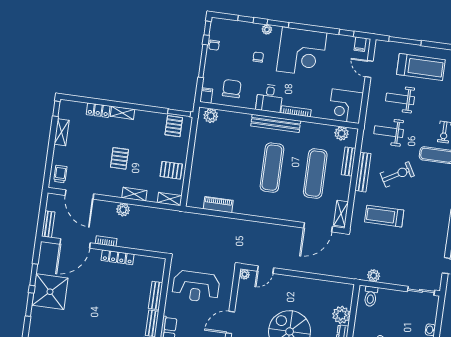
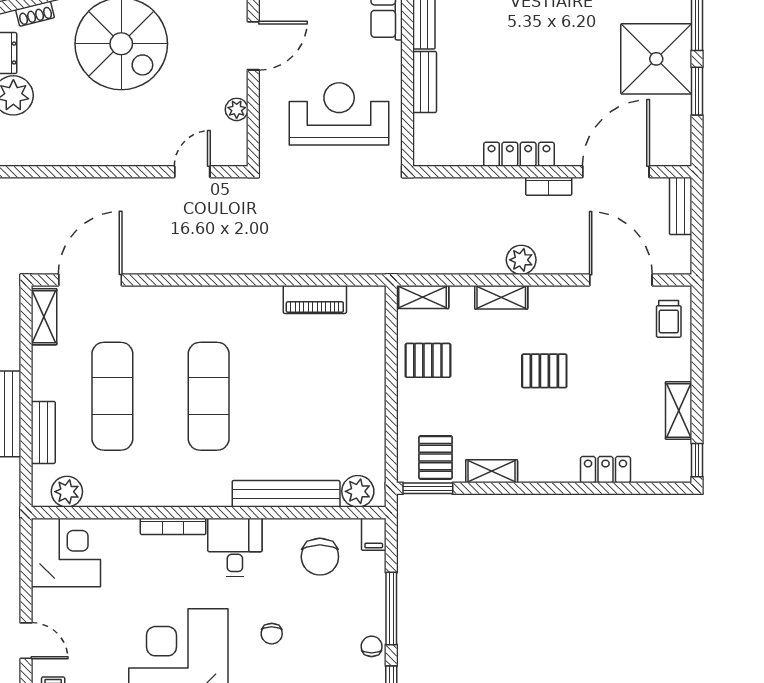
shelving: (122, 113) -> (492, 471), moved
bench: (276, 123) -> (286, 494), moved
pallet: (119, 158) -> (544, 371), turned 90
plant: (245, 274) -> (237, 109), moved

